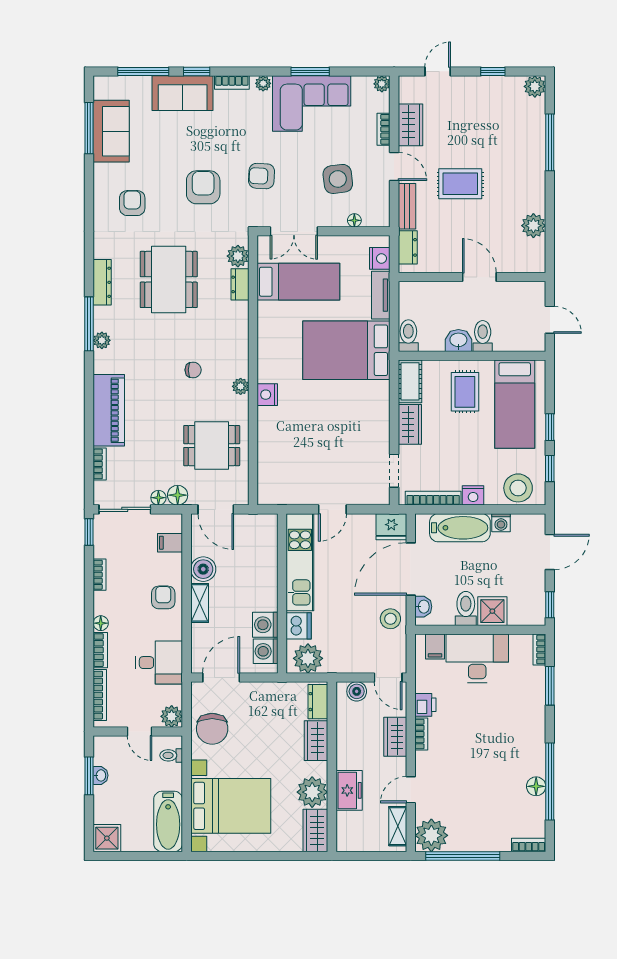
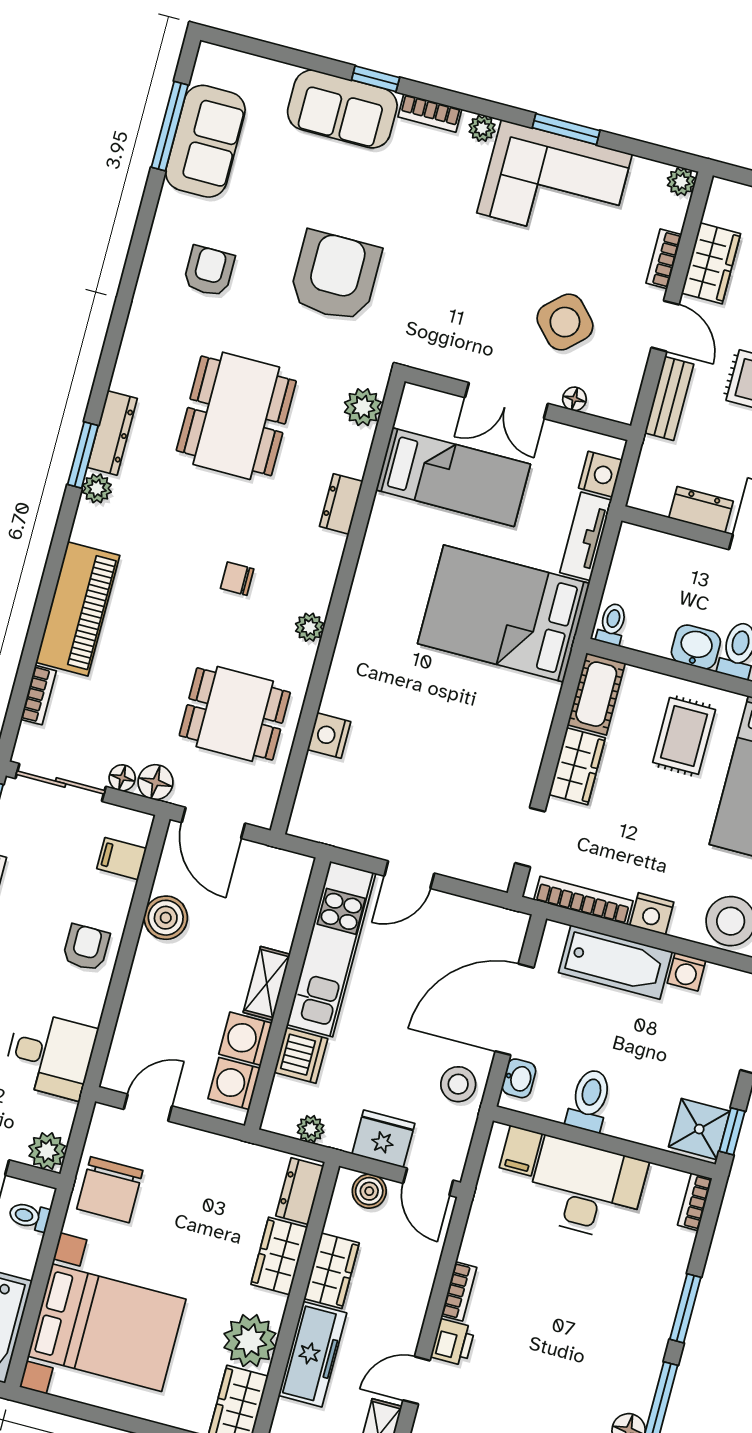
window: (143, 71) -> (286, 55), removed
armchair: (262, 176) -> (438, 283), removed
side table: (338, 179) -> (565, 322), turned -36
armchair: (203, 187) -> (335, 276), width x1.36, depth x1.36
double door: (294, 231) -> (506, 401), moved
dresser: (408, 247) -> (701, 510), moved, turned -90
dresser: (102, 282) -> (112, 433), moved
dresser: (240, 284) -> (341, 504), moved
window: (89, 324) -> (83, 455), width x0.69
toilet: (408, 336) -> (612, 624), width x0.73, depth x0.72
chair: (193, 370) -> (237, 579), turned 180
nightstand: (267, 395) -> (329, 736), moved
fridge: (391, 527) -> (383, 1139), moved, turned 180
shelving: (200, 603) -> (267, 983), moved
shower: (492, 611) -> (699, 1129), moved
plant: (308, 658) -> (311, 1129), width x0.53, depth x0.53
door: (221, 677) -> (148, 1108), width x0.73
window: (550, 686) -> (685, 1308), moved
printer: (425, 705) -> (453, 1342), moved
wardrobe: (395, 737) -> (332, 1271), moved, turned 180
freezer: (349, 790) -> (312, 1354), width x1.40

